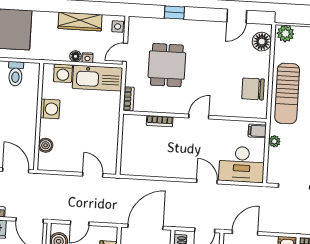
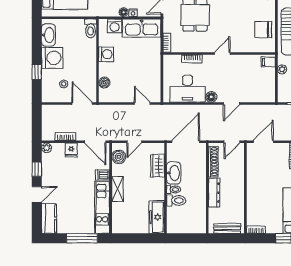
toilet: (16, 74) -> (91, 28), moved
desk: (242, 164) -> (188, 89), moved
floor lamp: (182, 171) -> (211, 97), added
door: (207, 181) -> (231, 104), swing flipped

